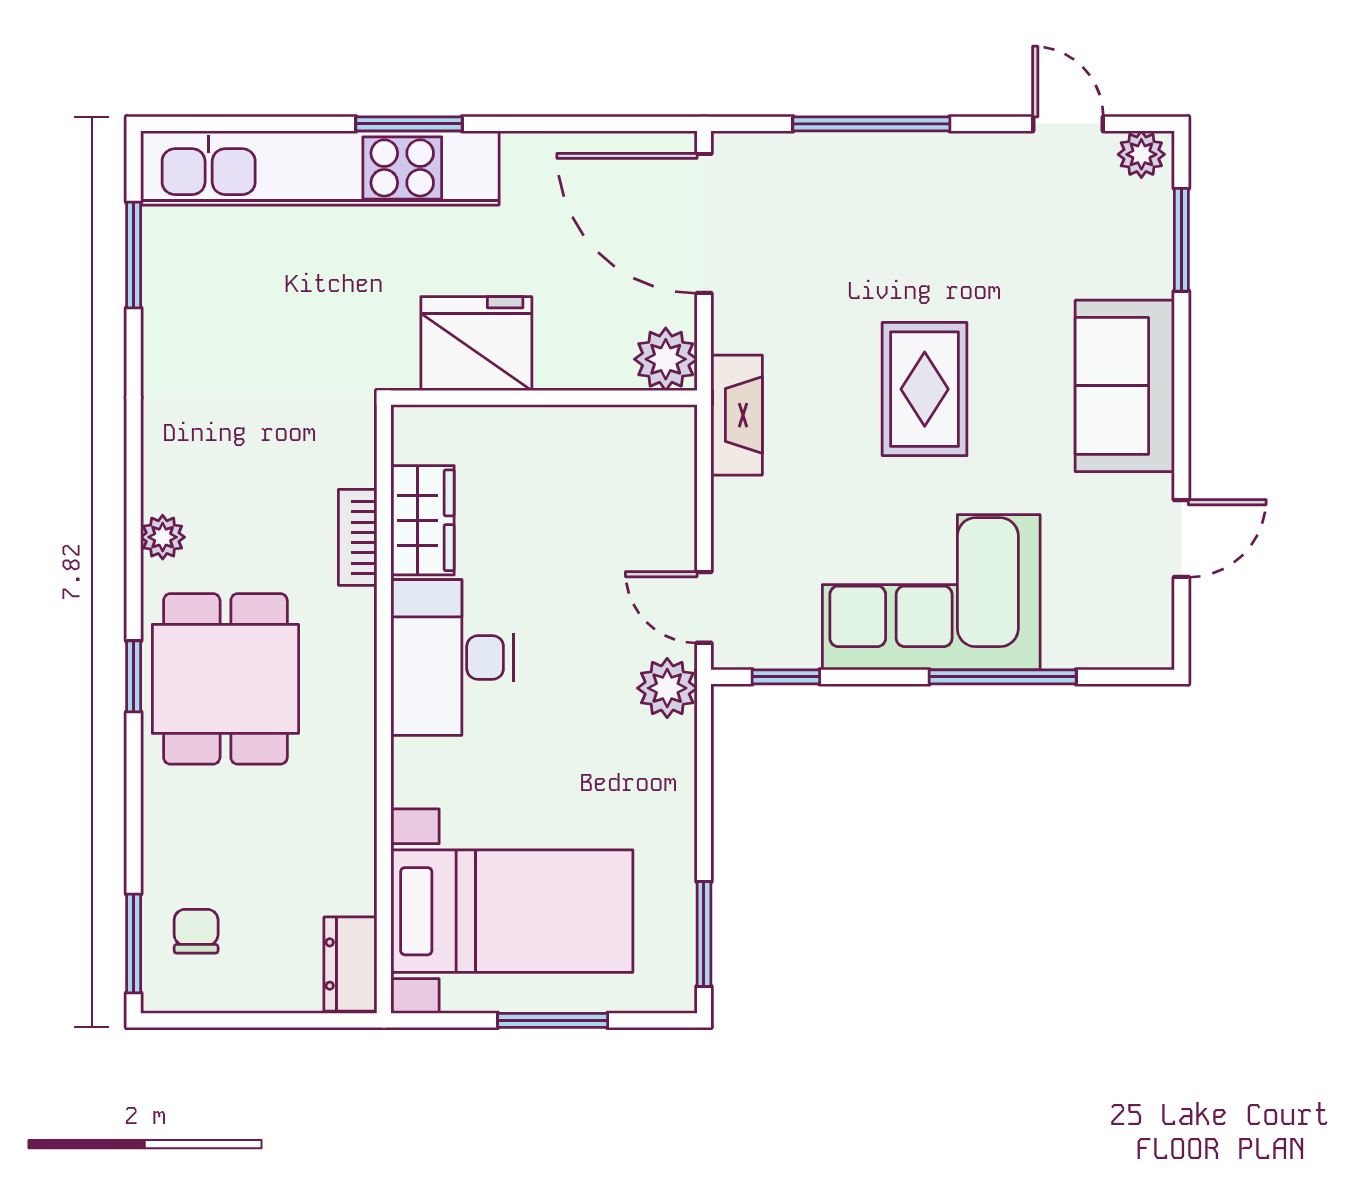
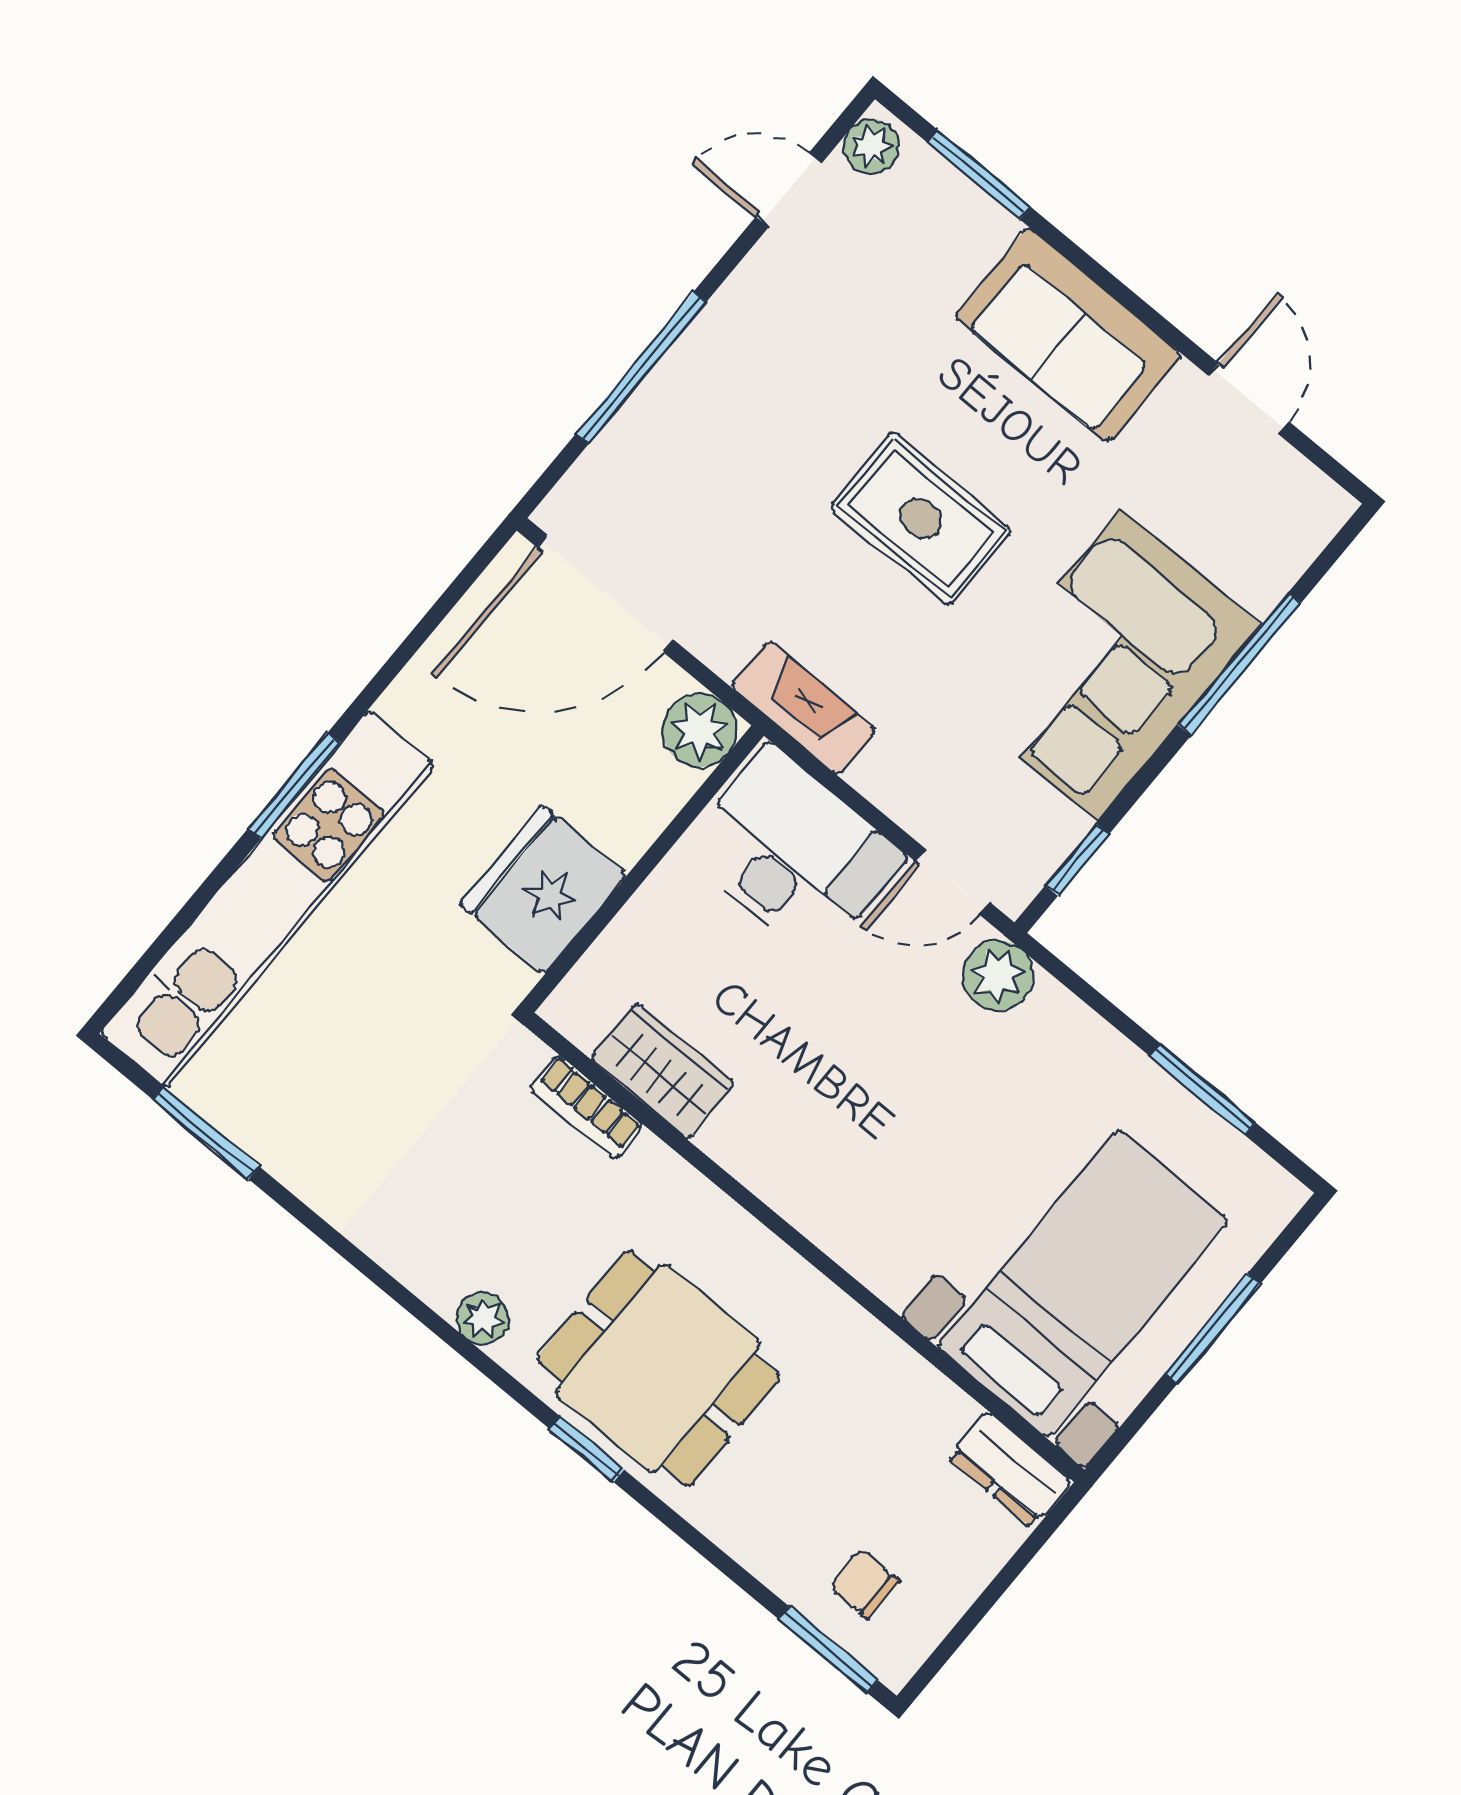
bookcase: (358, 537) -> (587, 1107), moved
desk: (452, 658) -> (793, 853), moved, turned 180
window: (704, 934) -> (1203, 1090), moved

